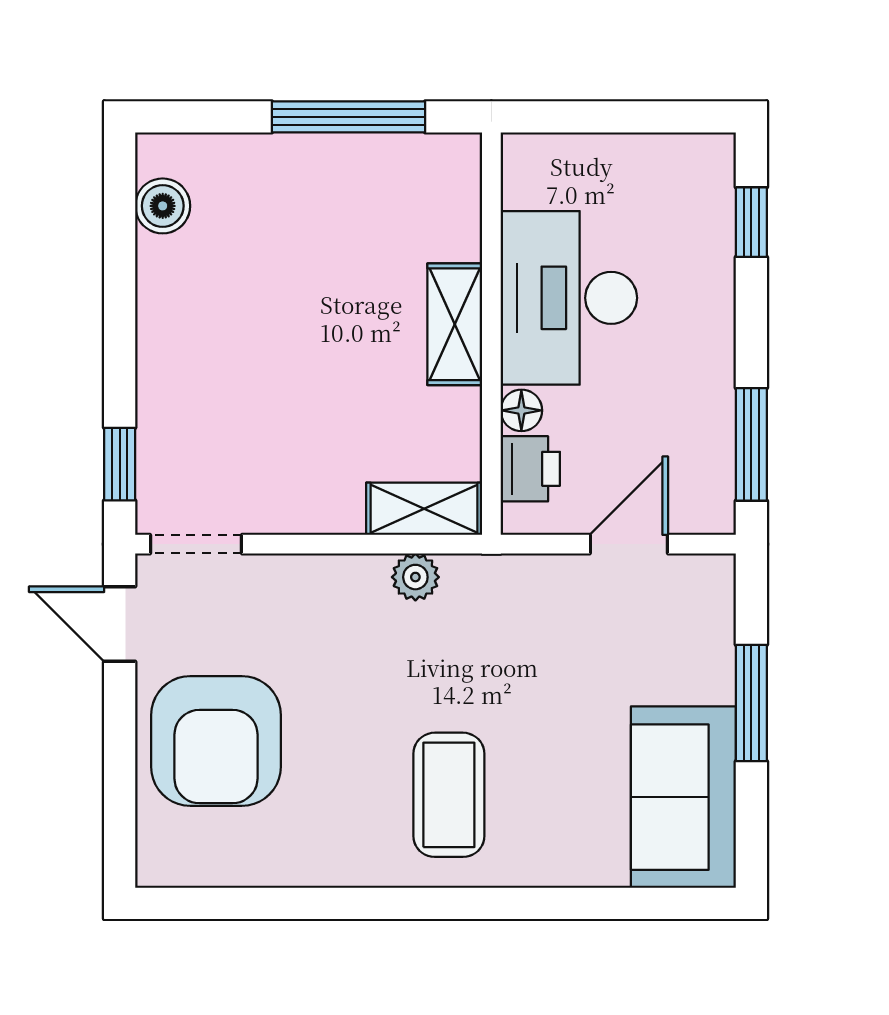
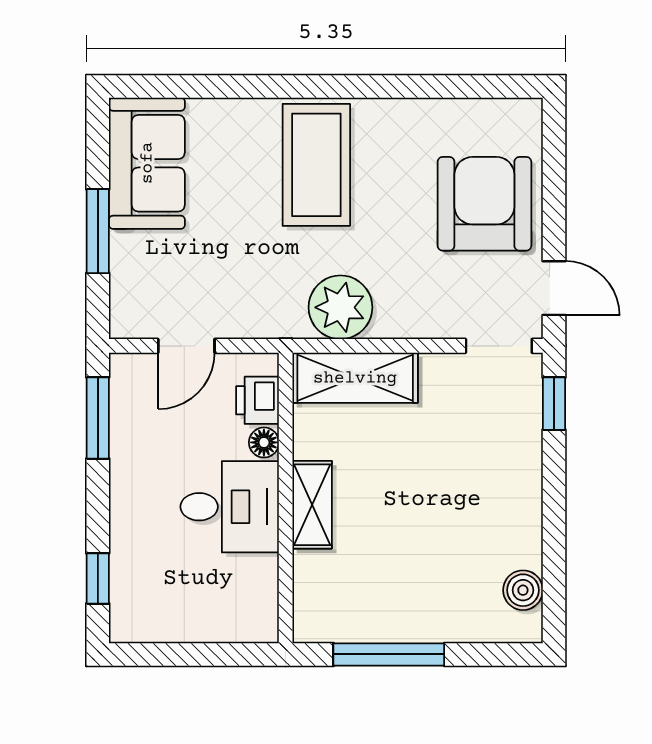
desk: (569, 298) -> (230, 507), width x0.73
shelving: (424, 509) -> (355, 378), width x1.50, depth x1.33
plant: (415, 577) -> (340, 307), width x1.87, depth x1.87
coffee table: (449, 795) -> (316, 165), width x1.36, depth x1.32

